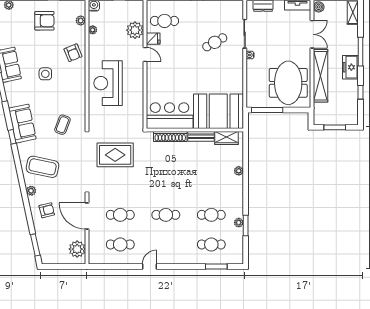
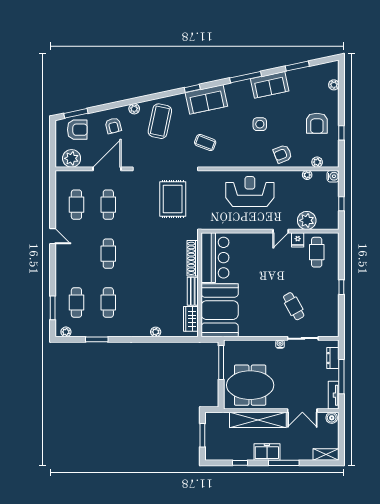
plant: (239, 223) -> (66, 332), moved
armchair: (50, 244) -> (77, 130), added

